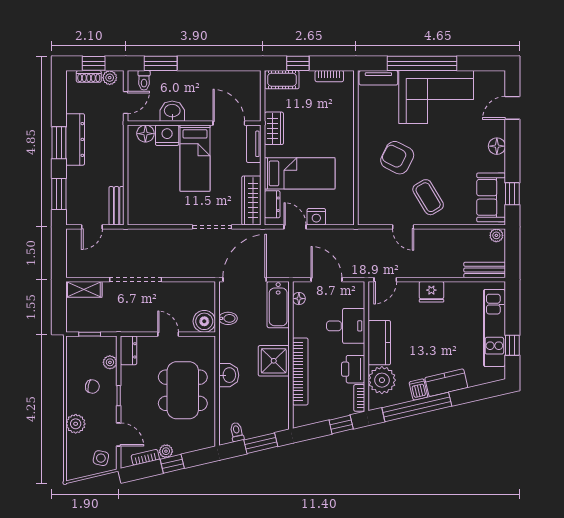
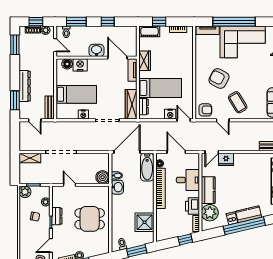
window: (213, 63) -> (108, 22), added
door: (126, 102) -> (55, 45), hinge flipped
washbasin: (172, 111) -> (96, 50), moved
dresser: (75, 139) -> (25, 86), moved
window: (59, 143) -> (15, 45), moved
bed: (195, 158) -> (76, 94), moved, turned -90
armchair: (375, 210) -> (205, 110), added
nightstand: (172, 217) -> (83, 115), added
door: (92, 227) -> (35, 120), hinge flipped
door: (295, 227) -> (184, 120), moved
fridge: (431, 292) -> (226, 159), moved
door: (168, 334) -> (70, 185), moved
dresser: (129, 350) -> (57, 216), moved
shower: (274, 361) -> (145, 222), moved
bookcase: (300, 371) -> (161, 188), moved
washbasin: (229, 375) -> (117, 187), moved
dining table: (183, 390) -> (90, 219), width x0.73
window: (417, 407) -> (244, 226), moved
plant: (76, 424) -> (25, 192), moved
door: (119, 434) -> (51, 245), swing flipped

